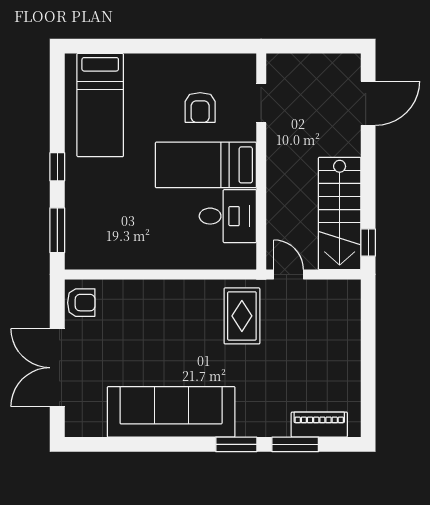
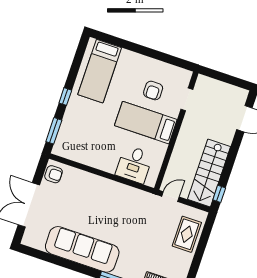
desk: (228, 216) -> (134, 164), moved, turned 90
door: (288, 274) -> (170, 197), hinge flipped
rug: (242, 316) -> (187, 234), moved

